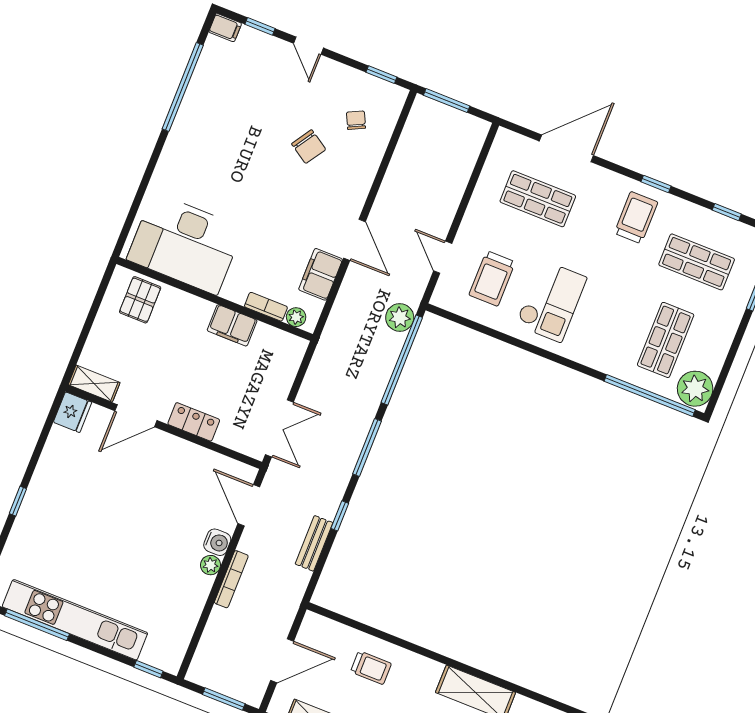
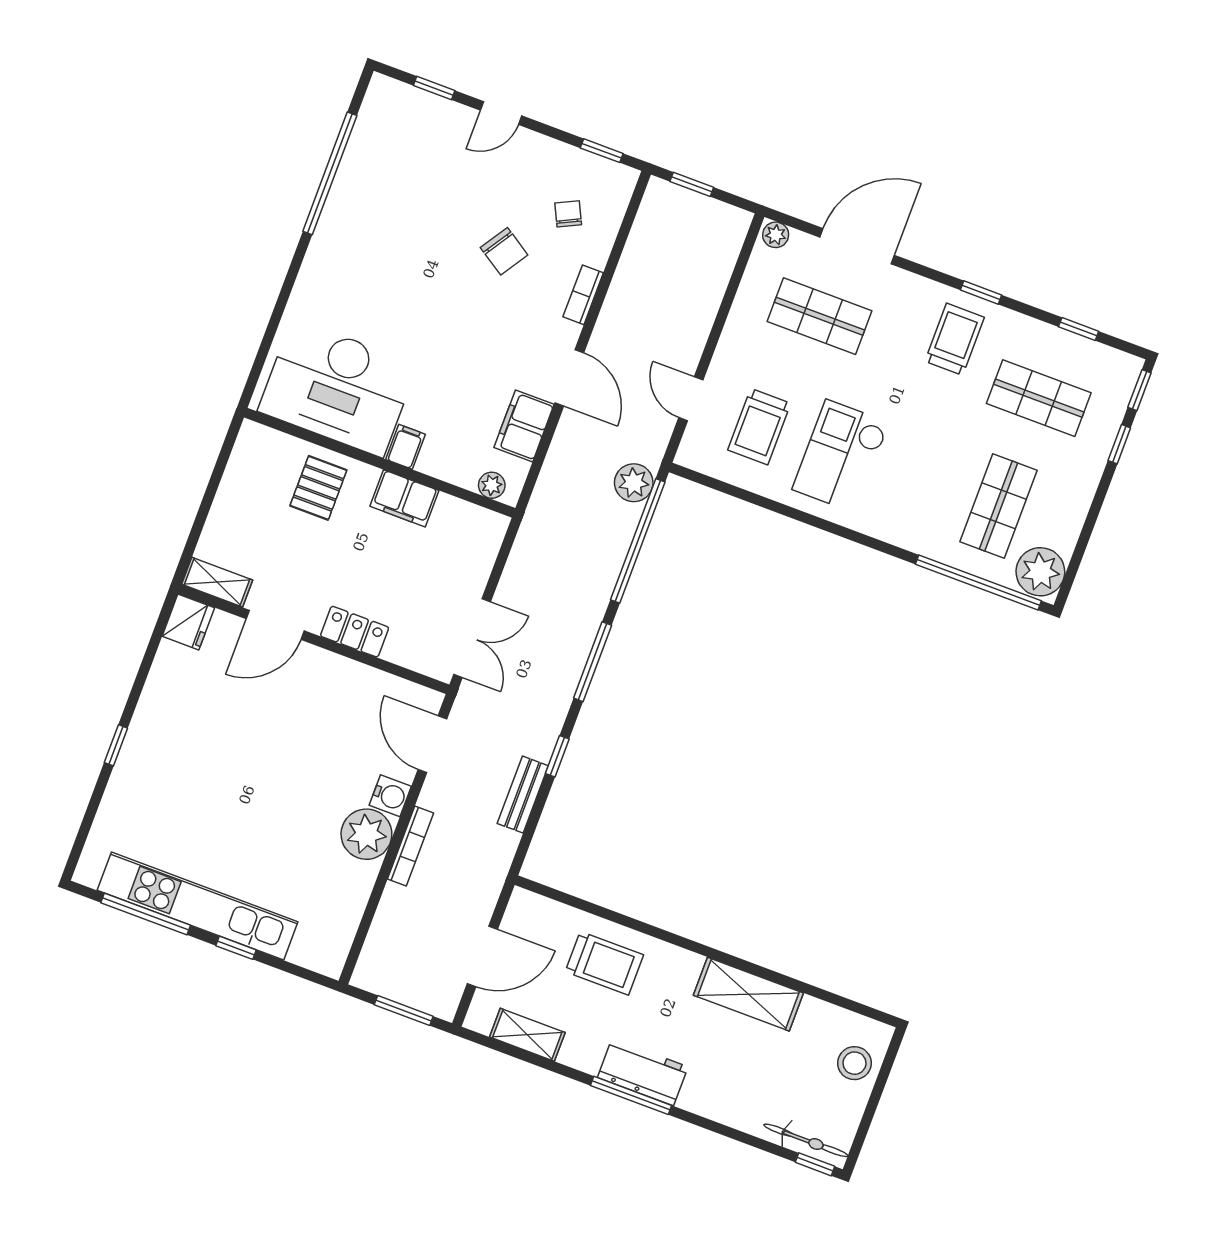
filing cabinet: (225, 28) -> (405, 447), moved, turned -90
door: (309, 46) -> (501, 113), hinge flipped
window: (447, 101) -> (692, 184), width x0.67
plant: (507, 139) -> (776, 235), added
pallet: (140, 300) -> (318, 488), moved
checkout: (551, 301) -> (841, 456), turned 180
bookcase: (266, 307) -> (583, 295), moved, turned -90
plant: (210, 565) -> (366, 834), width x1.88, depth x1.88
trolley: (371, 668) -> (604, 963), width x1.36, depth x1.39
window: (148, 669) -> (236, 948), moved

